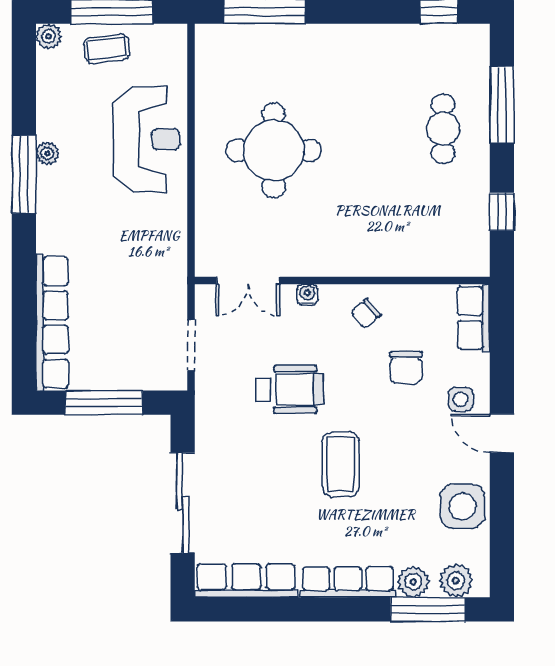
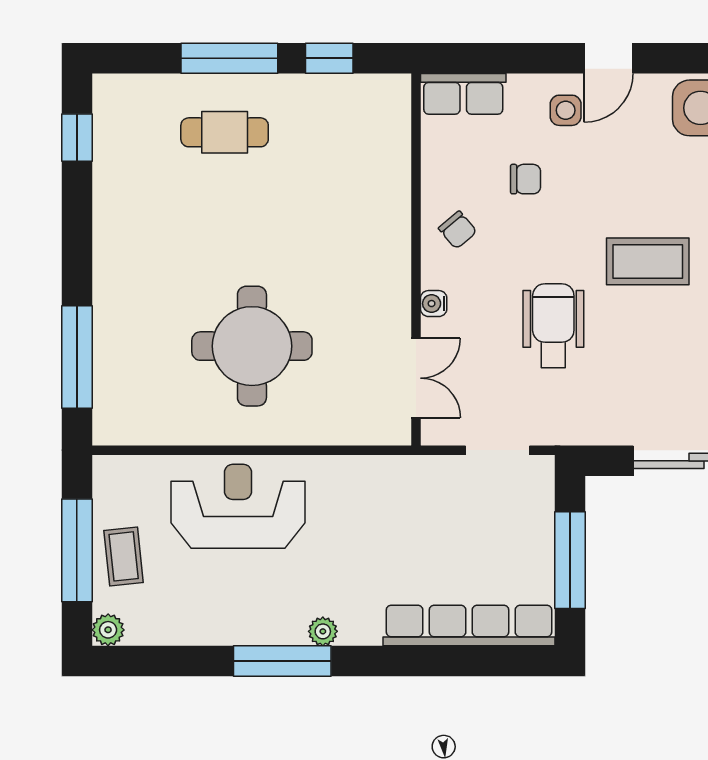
window: (502, 105) -> (229, 58), moved
plant: (47, 153) -> (323, 631), moved
chair: (406, 367) -> (526, 179), width x0.73, depth x0.73

